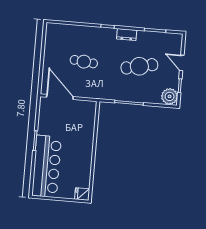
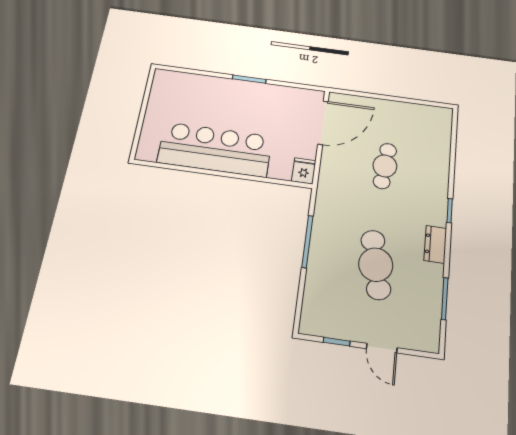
door: (182, 63) -> (382, 348), swing flipped
plant: (170, 96) -> (316, 320), removed
bar counter: (47, 166) -> (215, 149), moved, turned 180
fridge: (82, 194) -> (304, 171), moved

